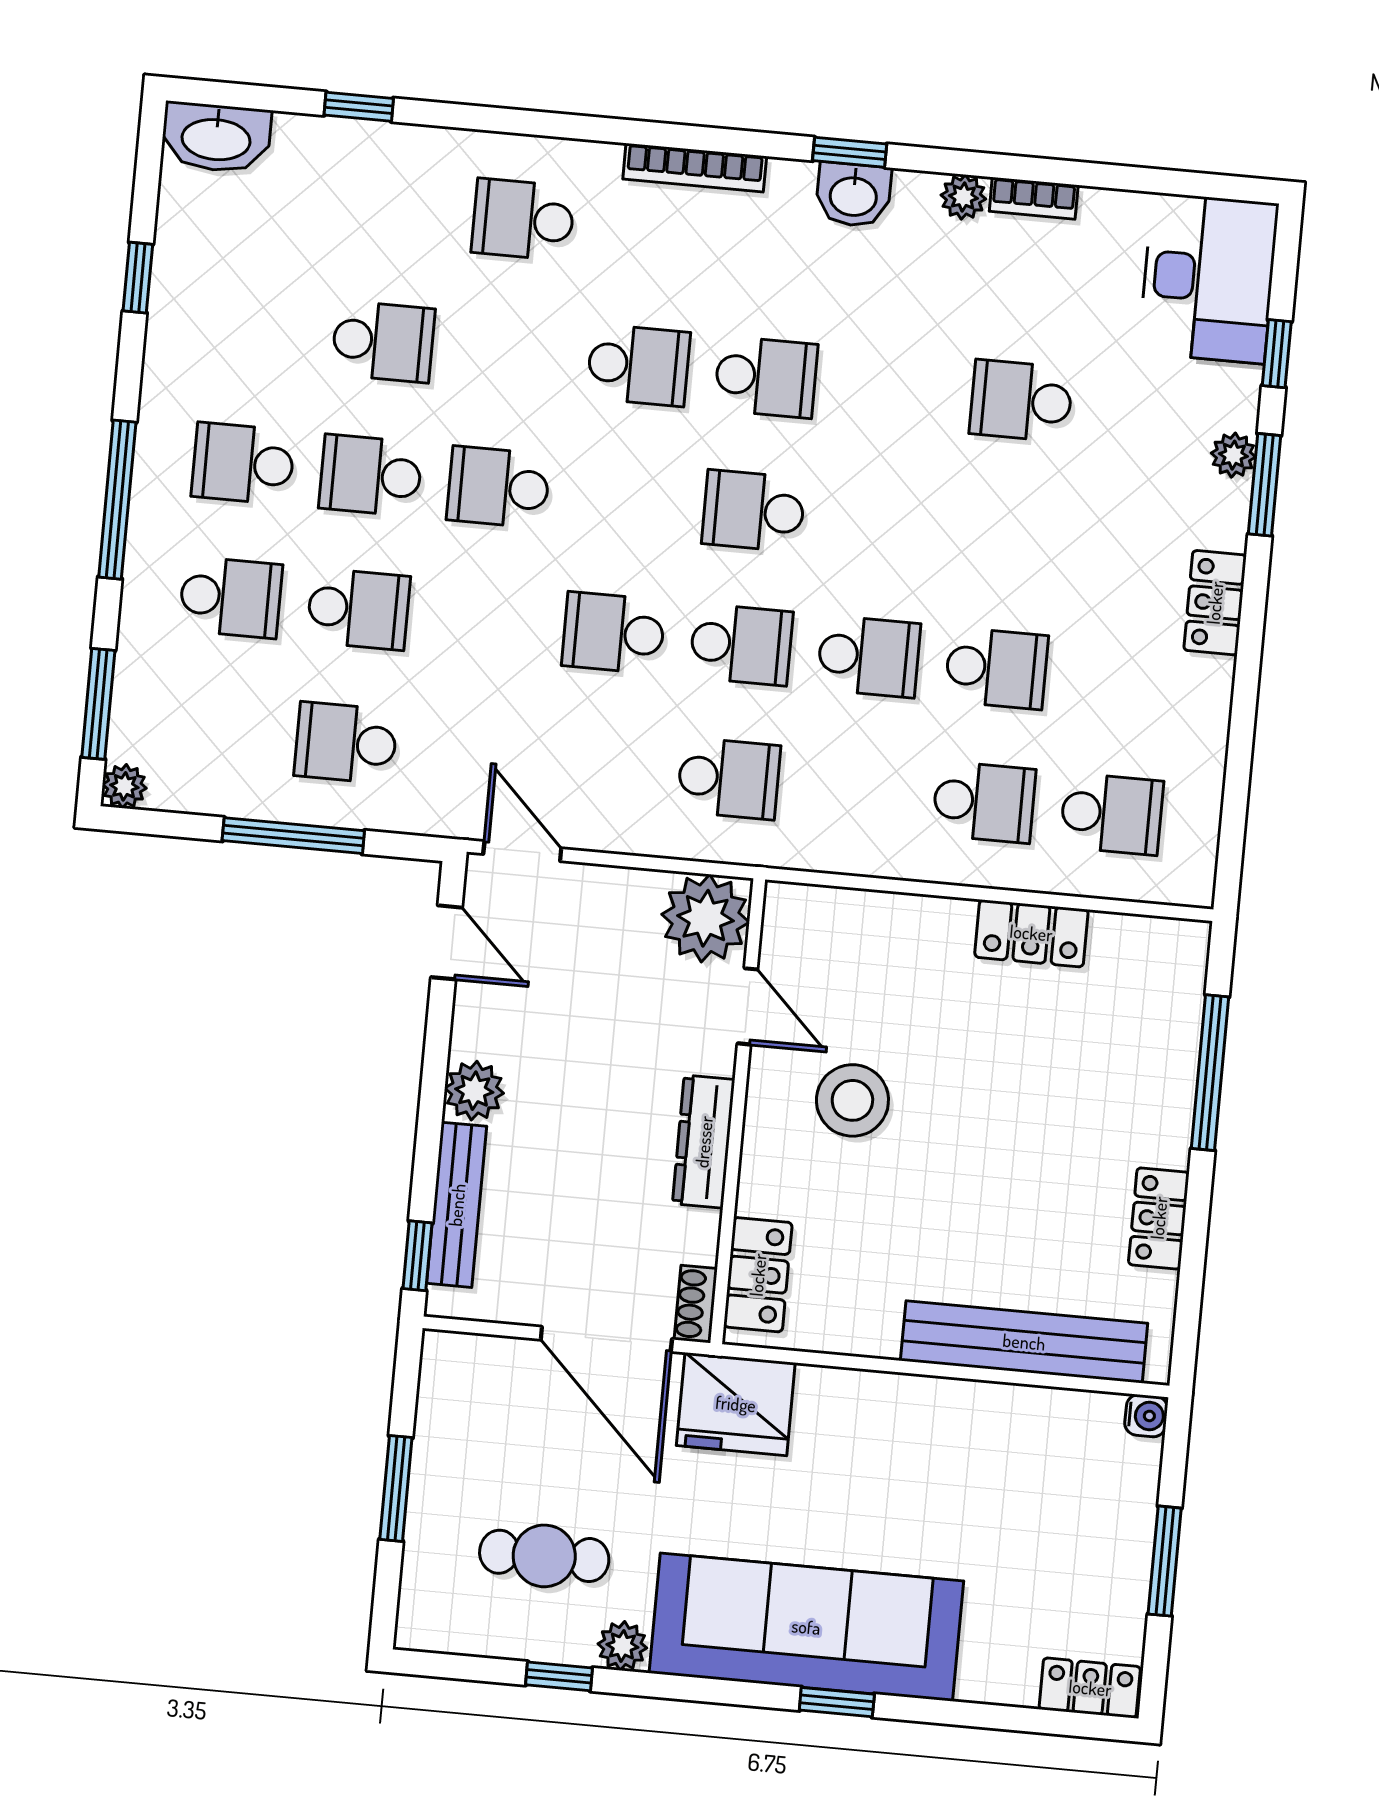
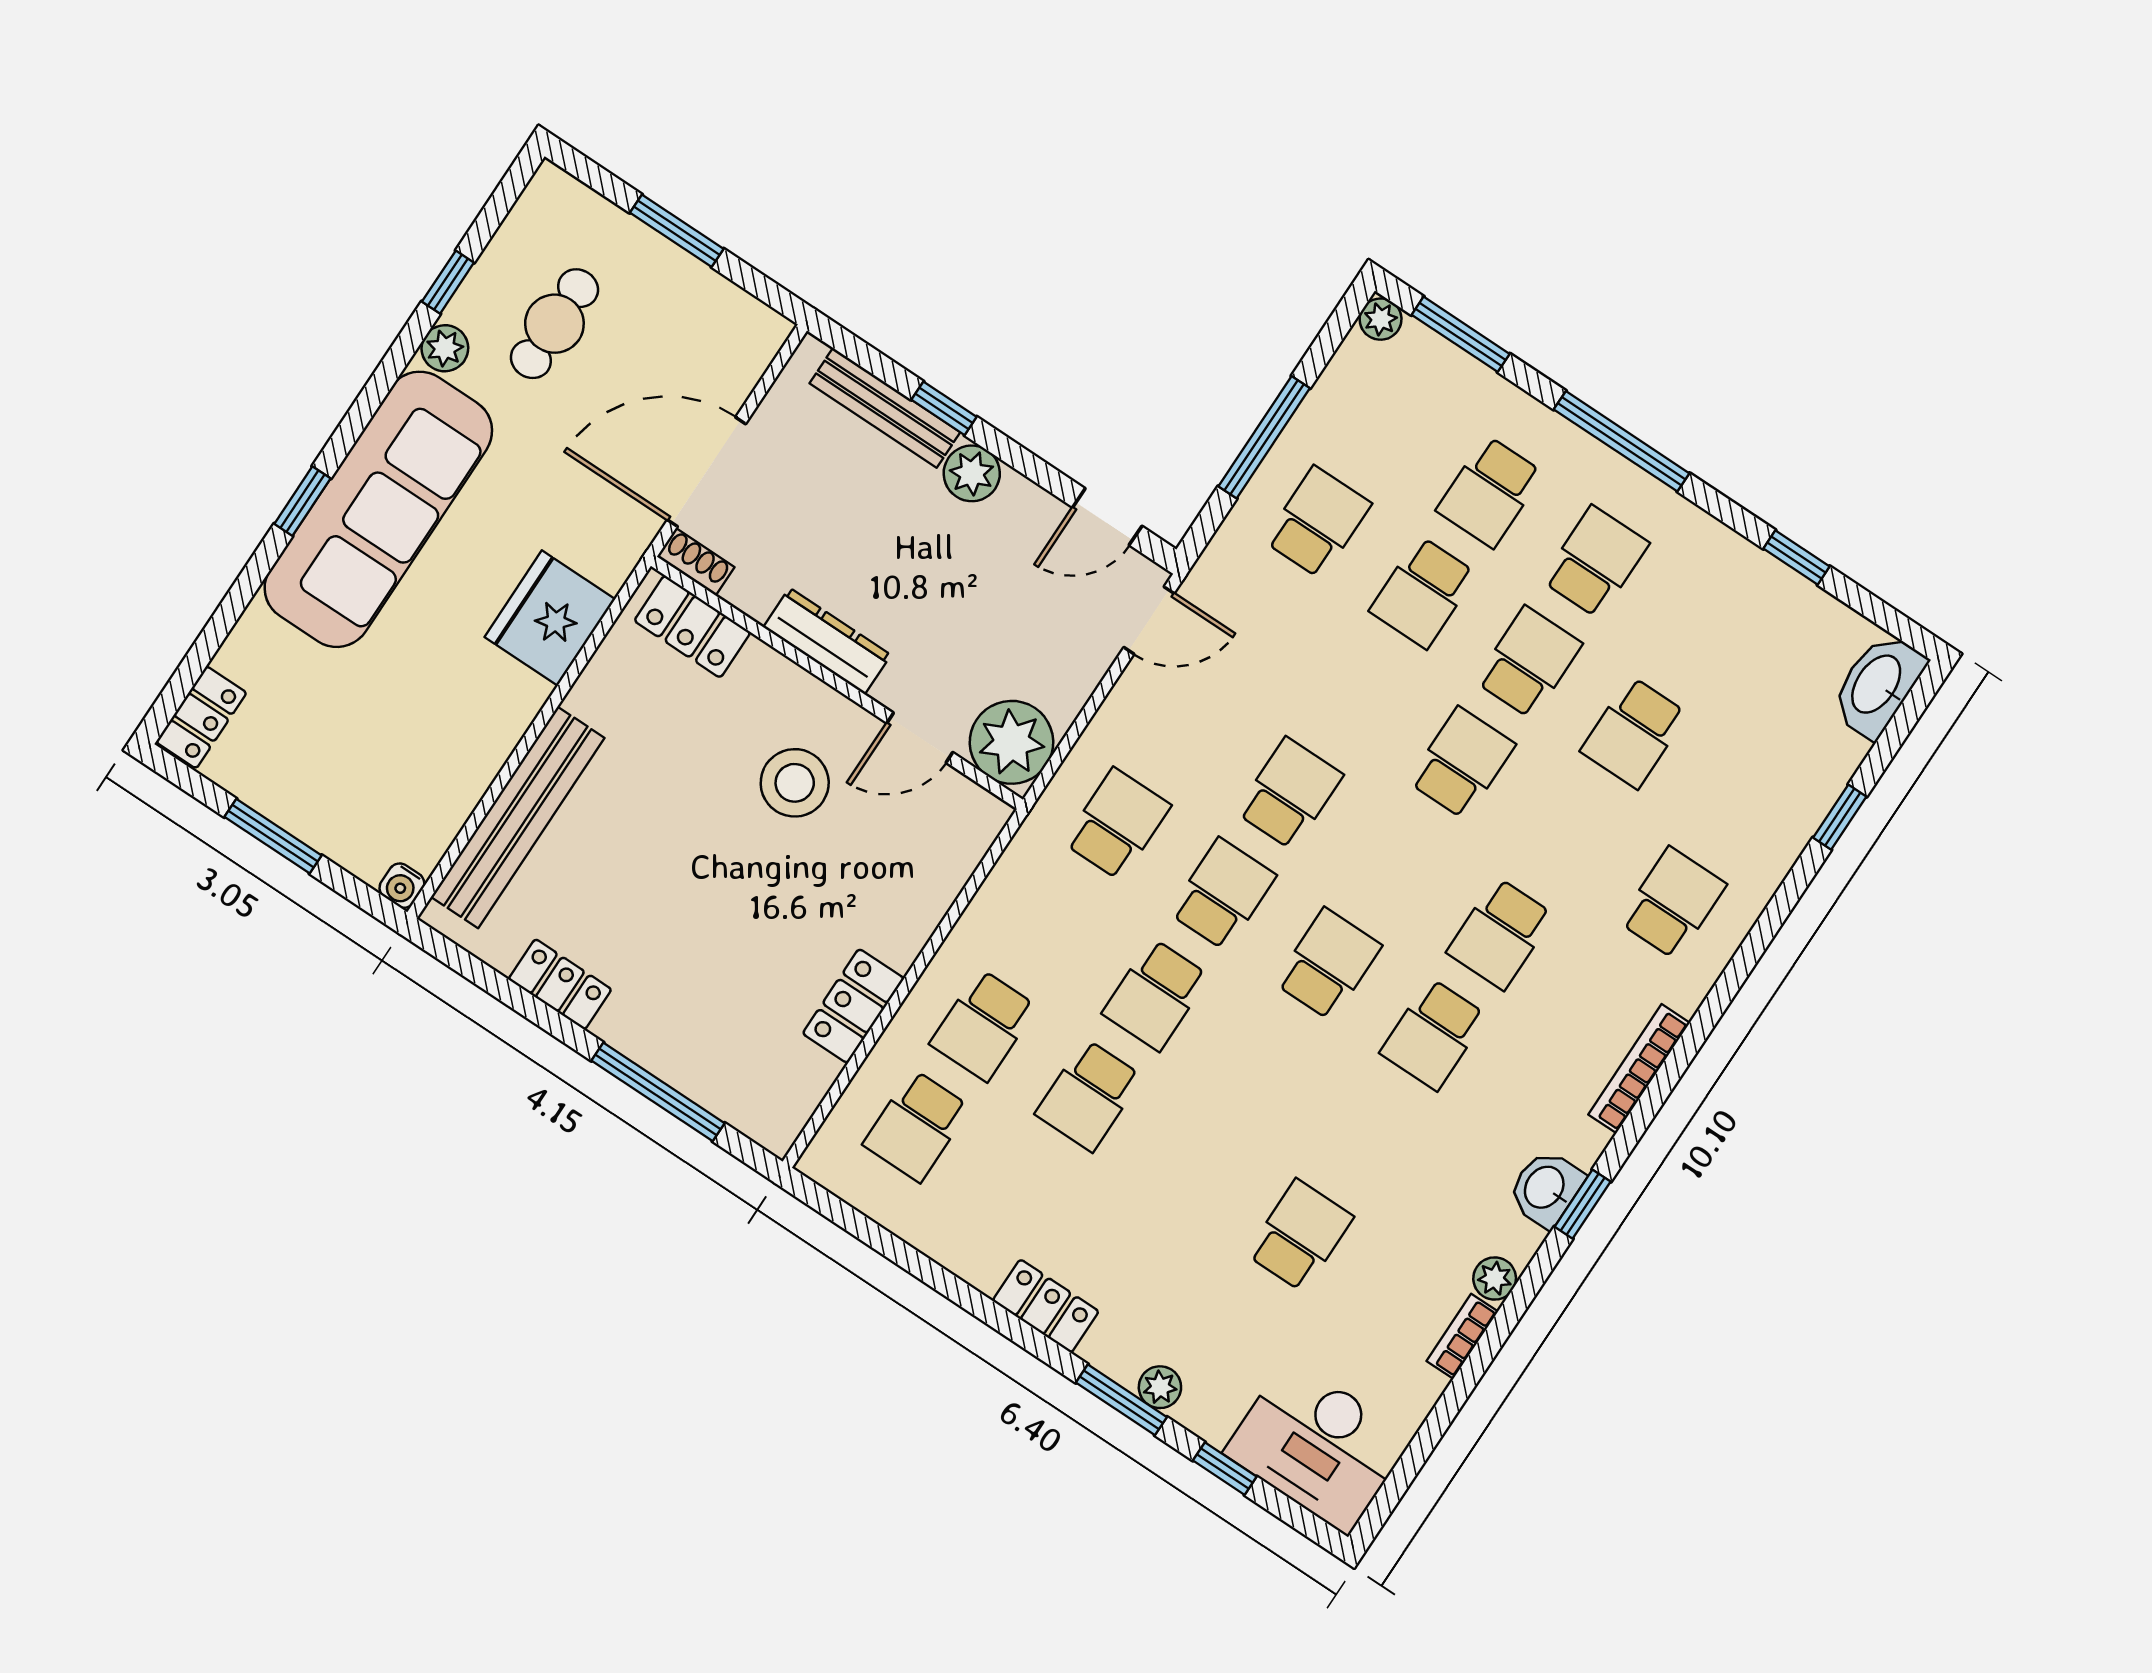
school desk: (741, 645) -> (1223, 894), turned 180
school desk: (729, 778) -> (1117, 824), turned 180
window: (418, 1256) -> (944, 408), moved
fridge: (736, 1404) -> (550, 618), moved

